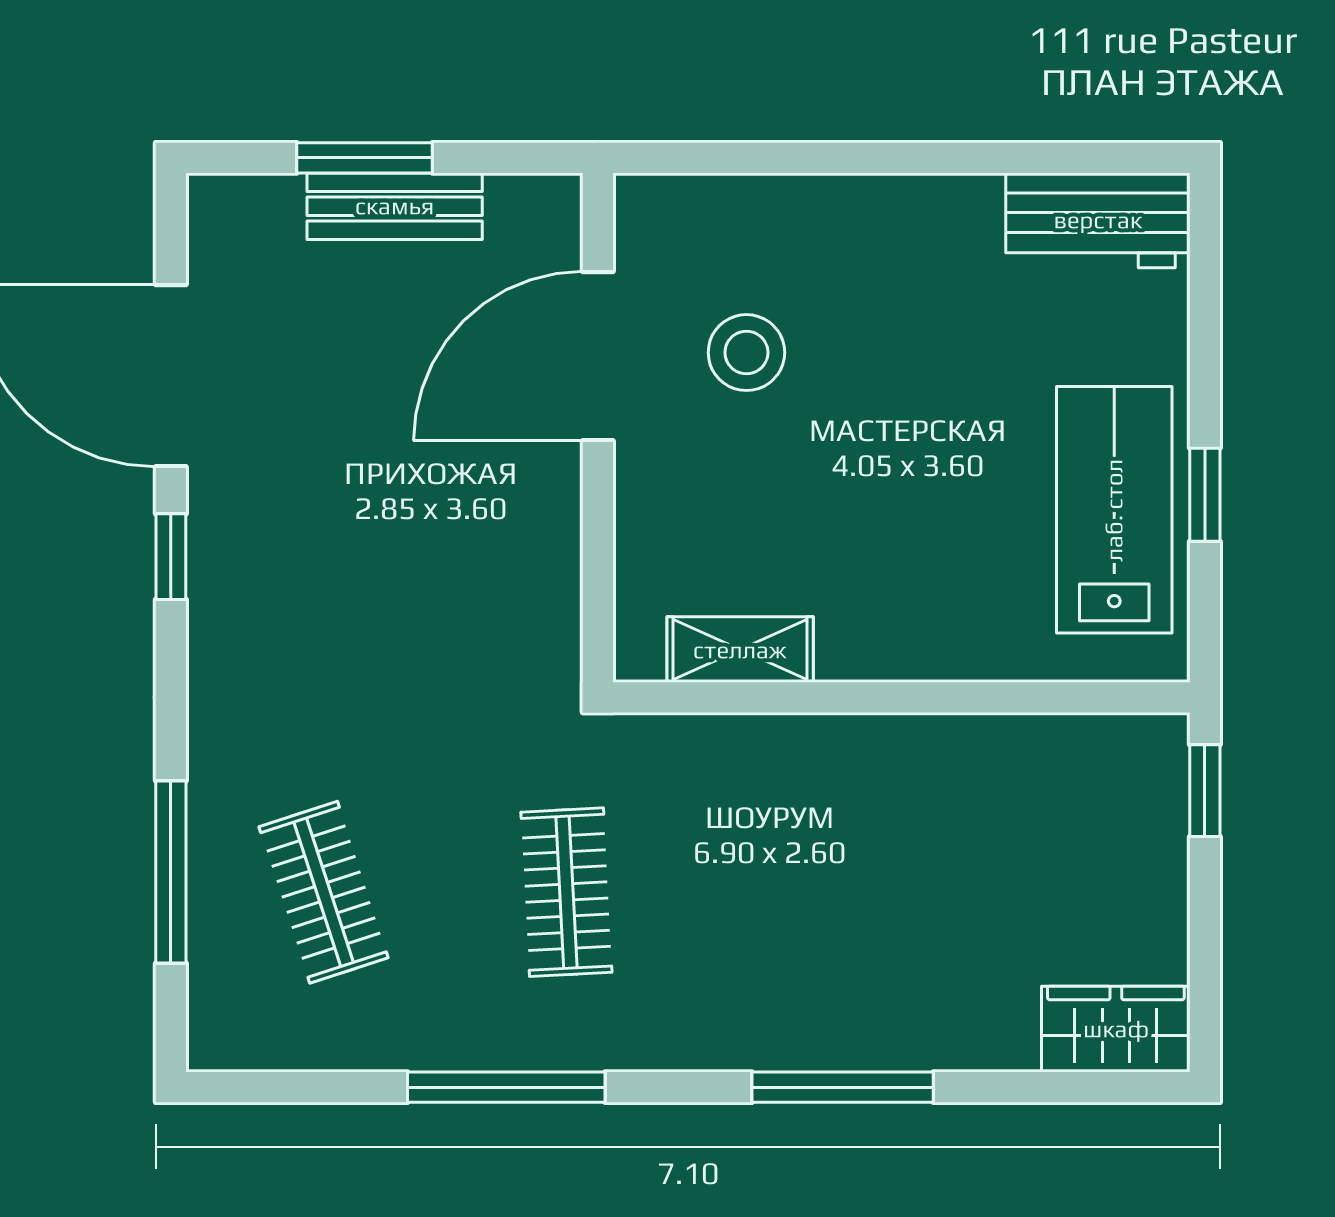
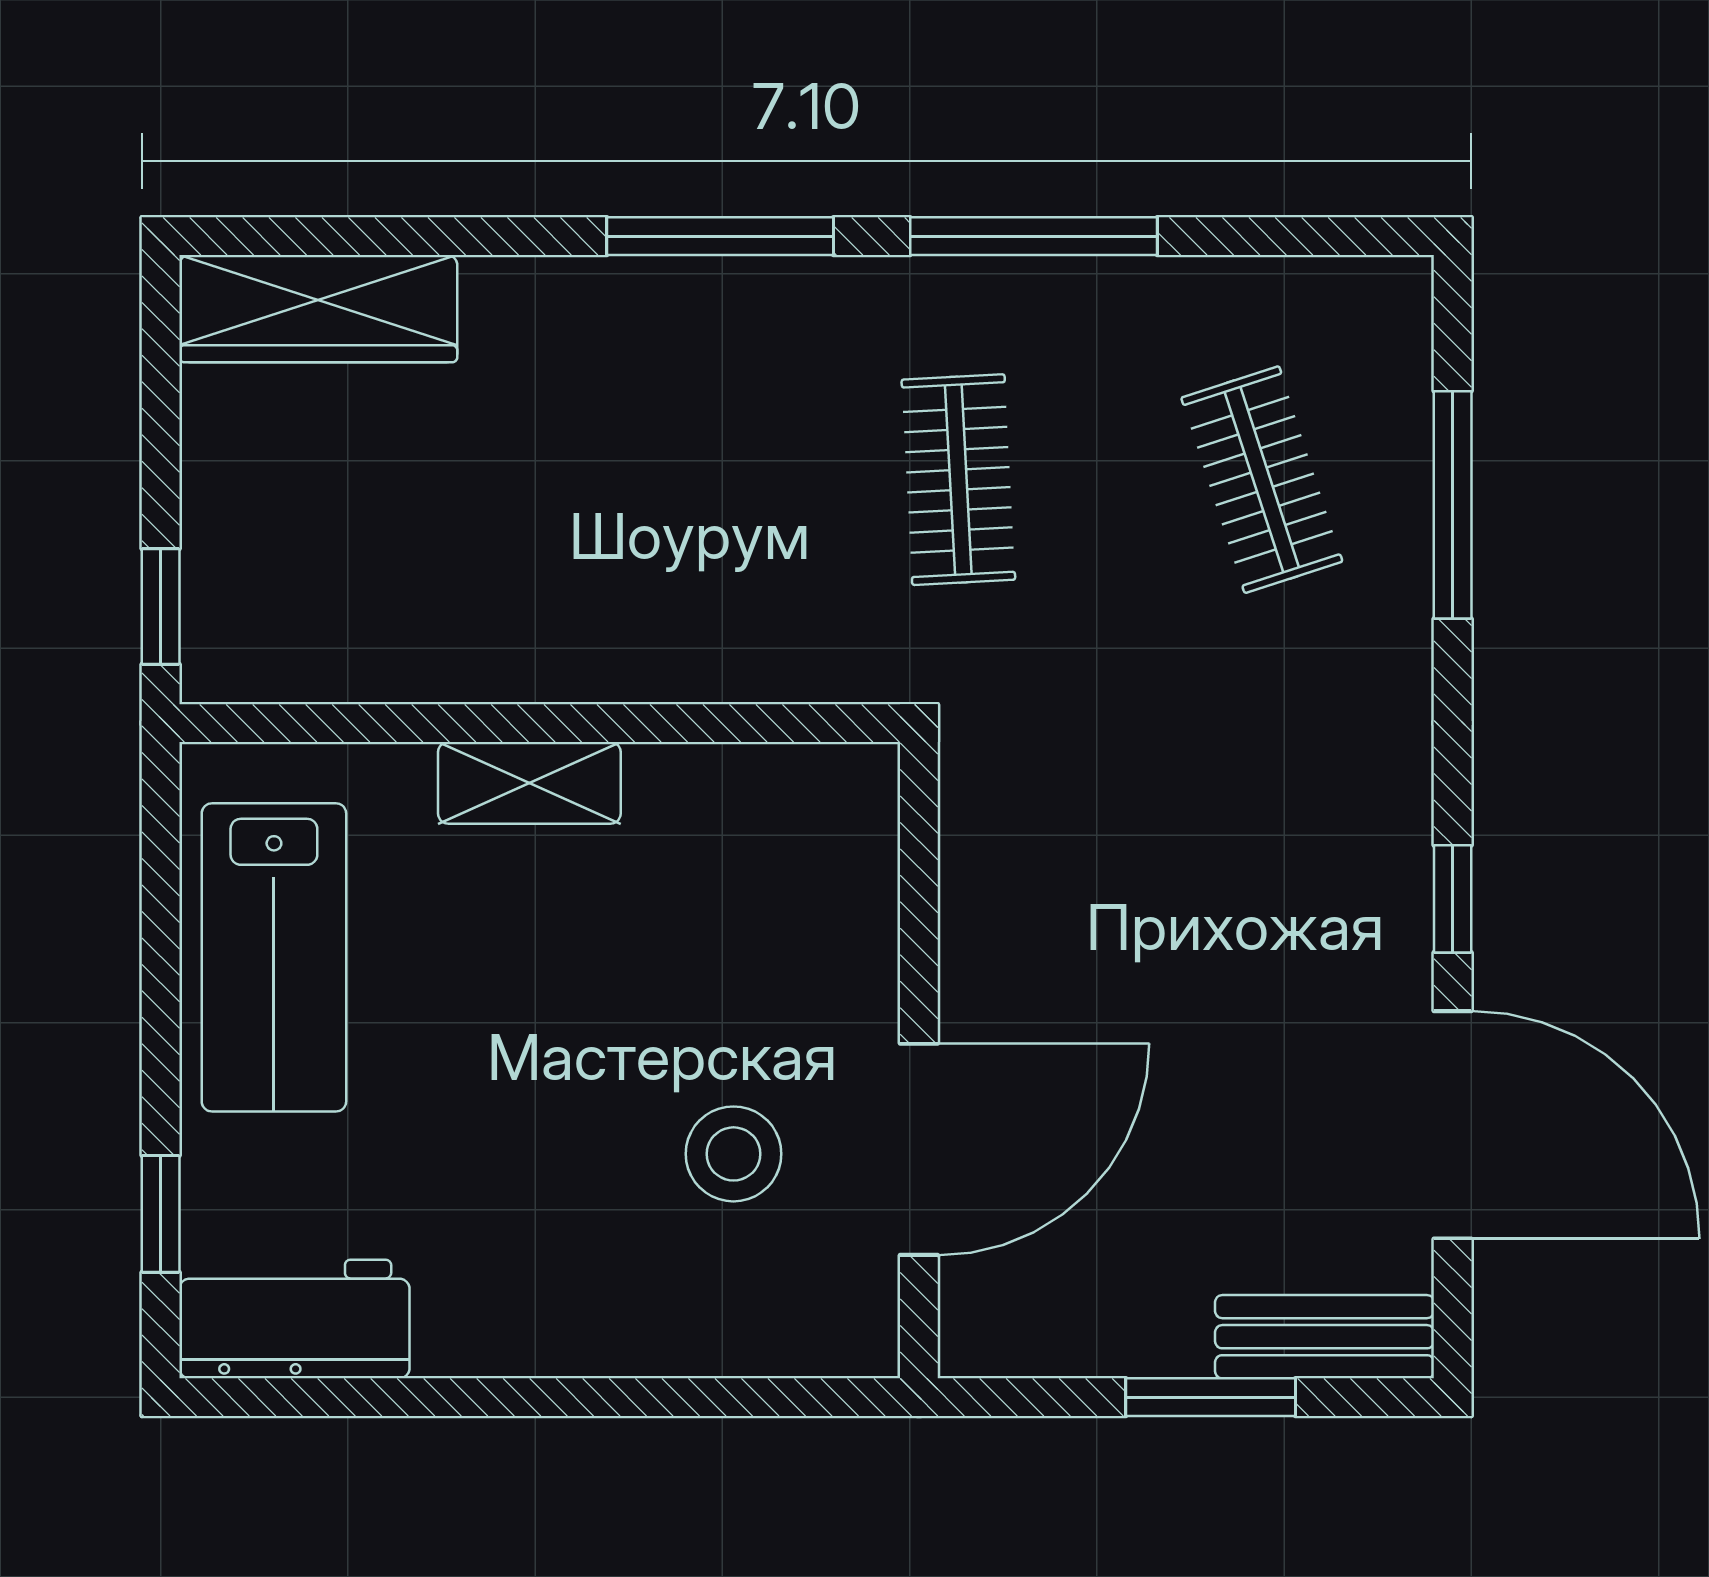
bench: (395, 206) -> (1325, 1337), moved
window: (1205, 495) -> (161, 1214), moved
shelving: (740, 650) -> (529, 783), moved
wardrobe: (1116, 1029) -> (318, 309), width x1.50
window: (843, 1087) -> (720, 236), moved

